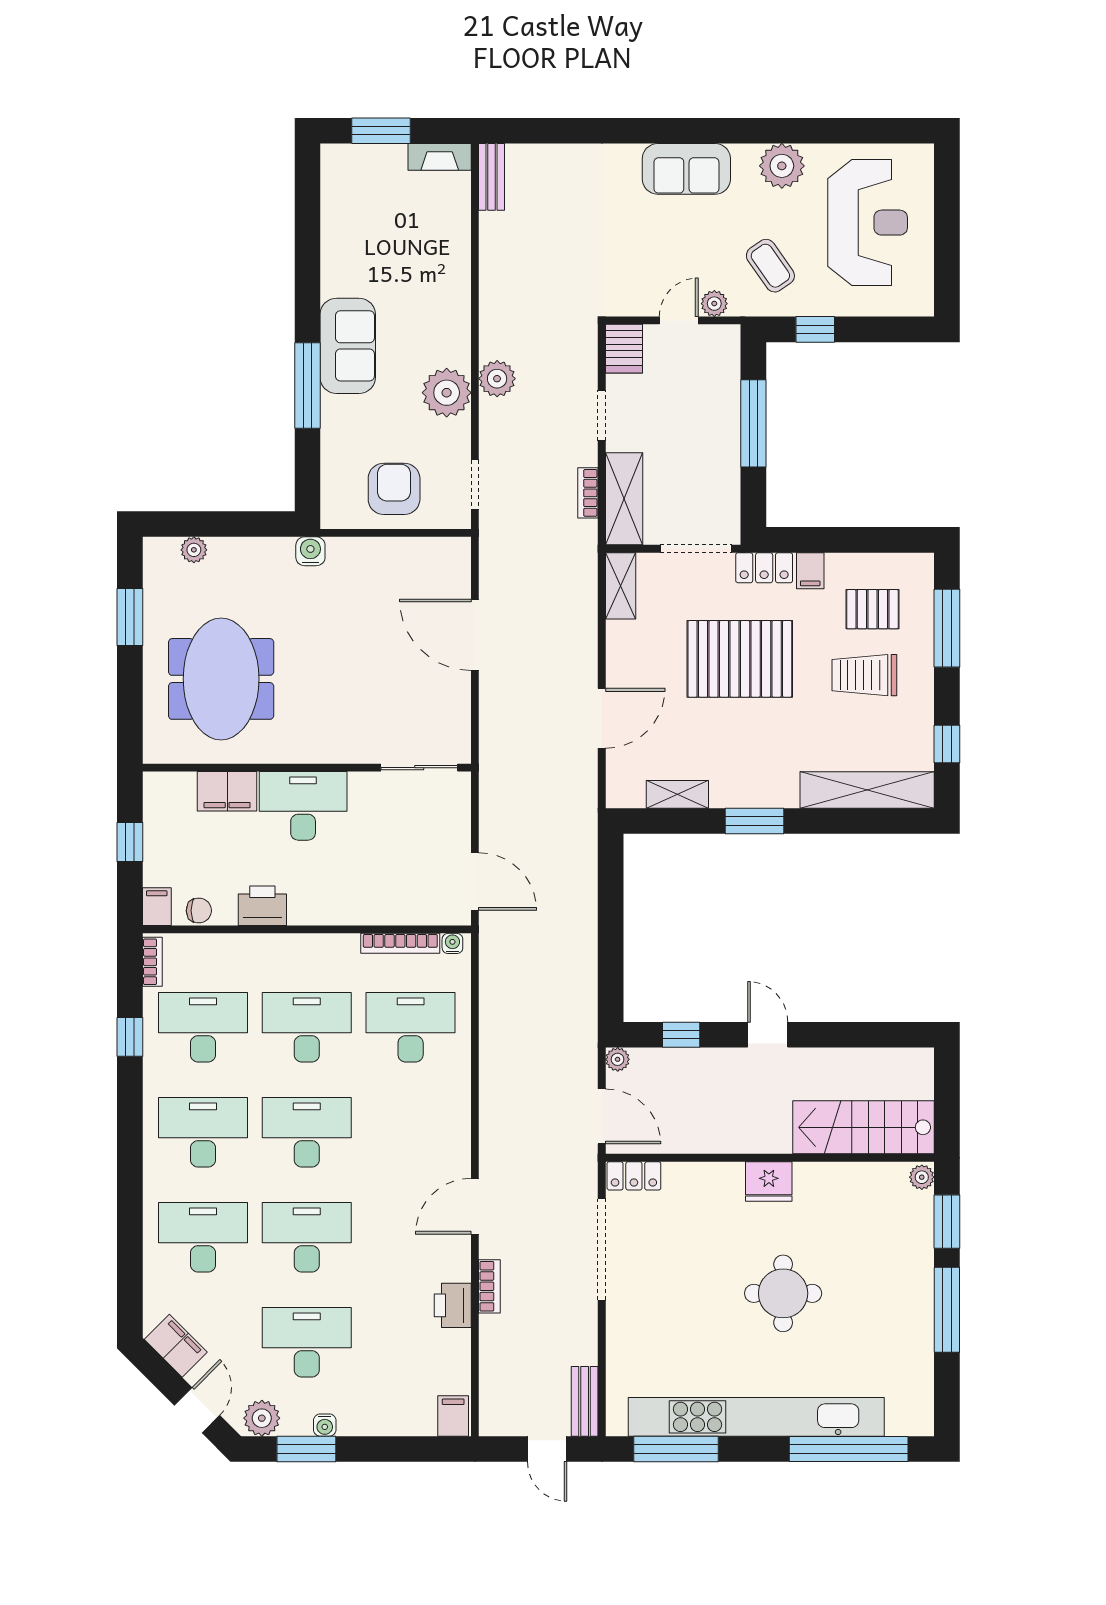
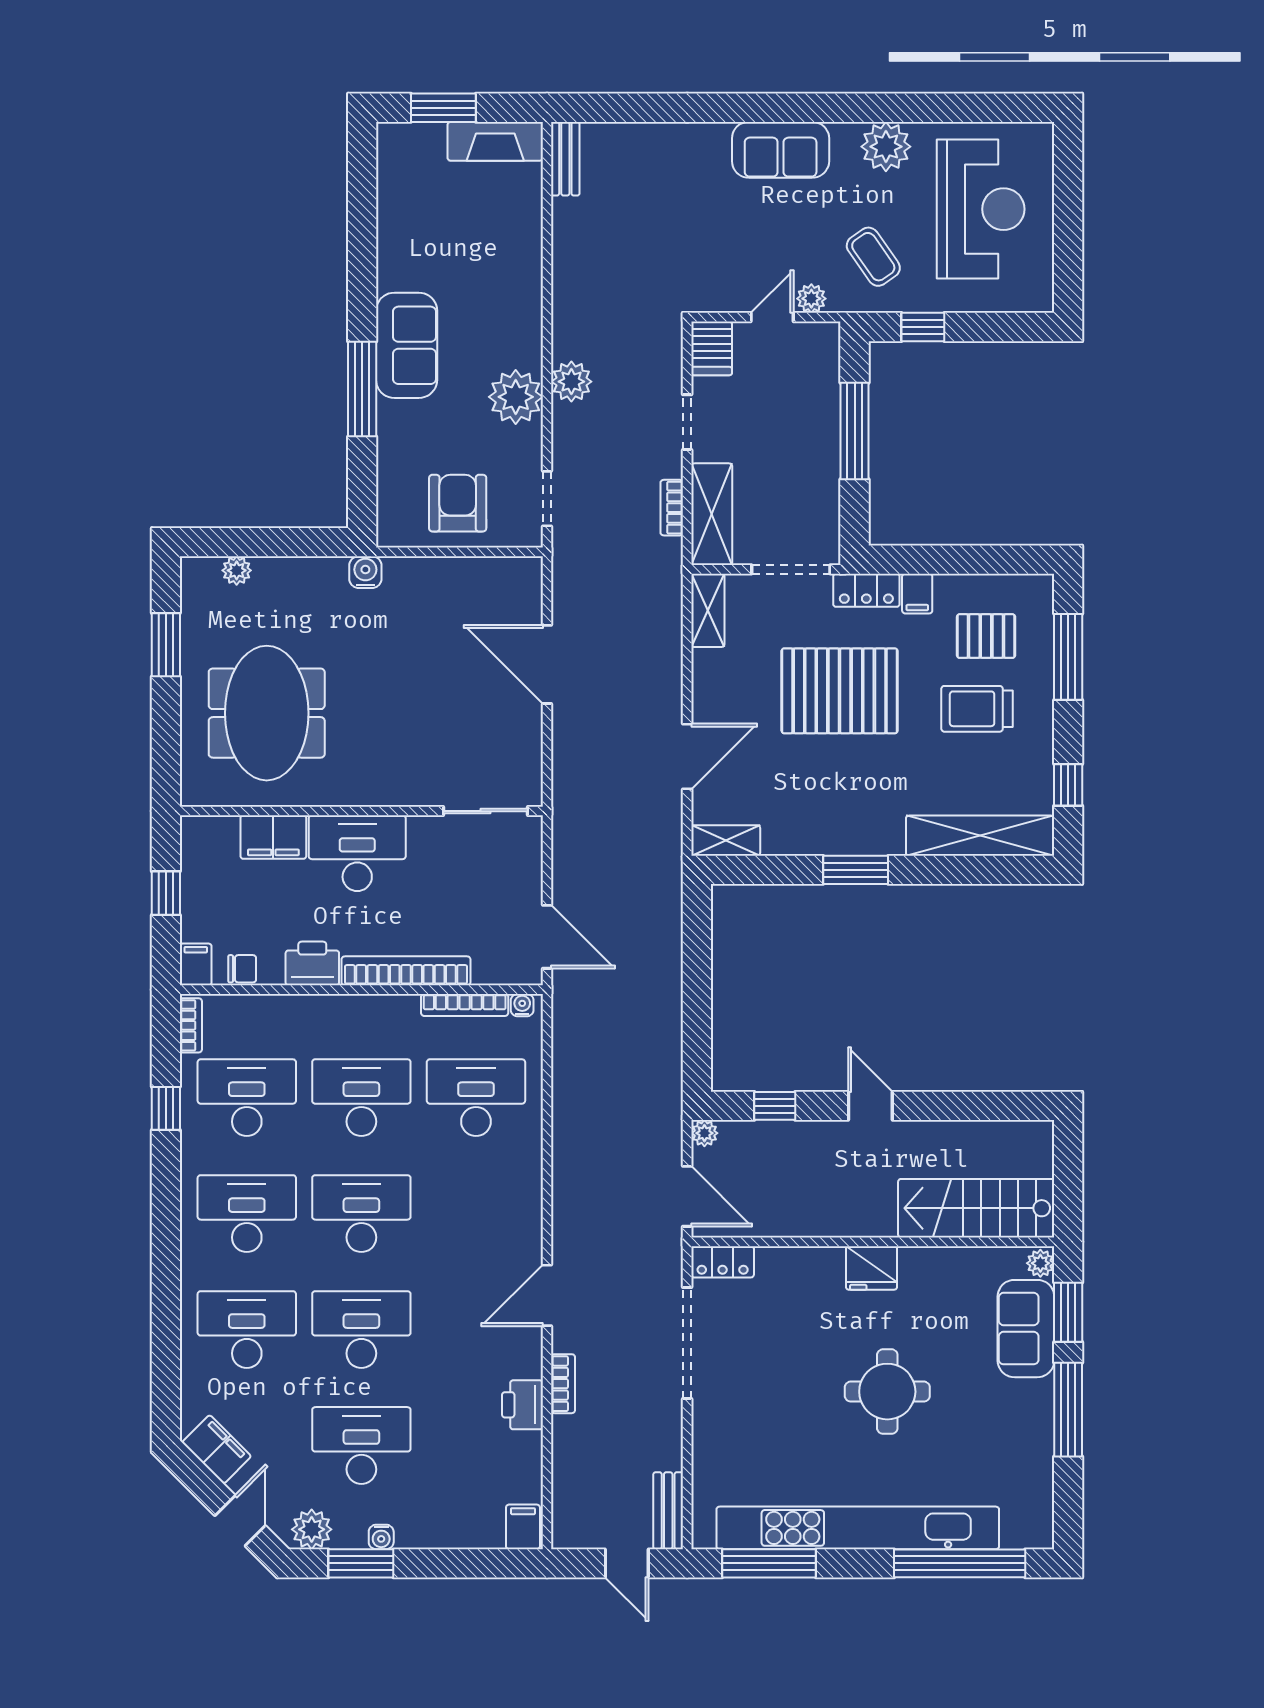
fireplace: (440, 157) -> (495, 141), width x1.37, depth x1.32
shelving: (677, 794) -> (726, 840), moved
bookcase: (347, 912) -> (406, 971), added
sofa: (909, 1236) -> (1026, 1329), added

